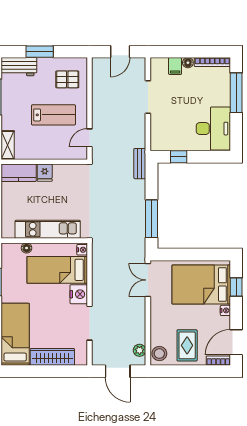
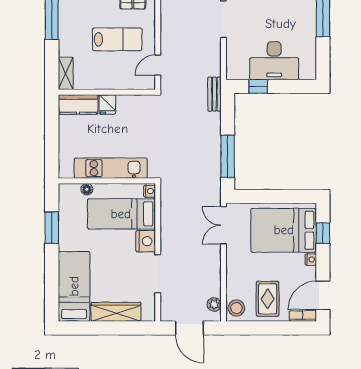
desk: (213, 129) -> (274, 61), moved, turned 90

